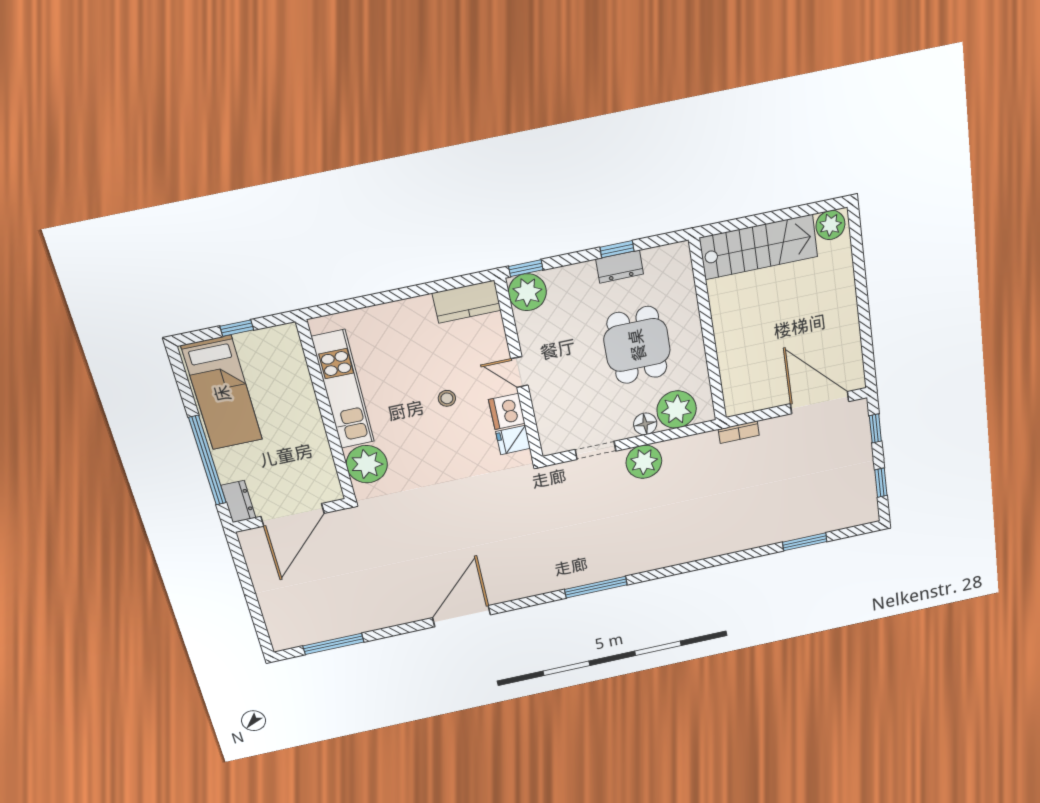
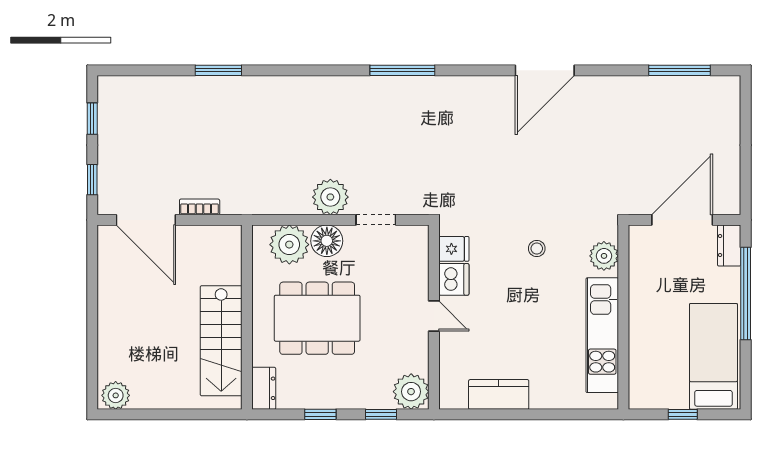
stairs: (759, 247) -> (221, 341), moved, turned -90
dresser: (620, 267) -> (264, 388), moved, turned 90
window: (526, 268) -> (381, 414), moved
kitchen counter: (467, 302) -> (499, 394), moved
dining table: (637, 345) -> (317, 318), width x1.38
stool: (447, 398) -> (537, 249), moved
floor lamp: (645, 424) -> (327, 241), width x1.38, depth x1.38
bookcase: (739, 432) -> (200, 207), moved
plant: (367, 464) -> (604, 256), width x0.73, depth x0.73
window: (805, 542) -> (218, 70), moved

